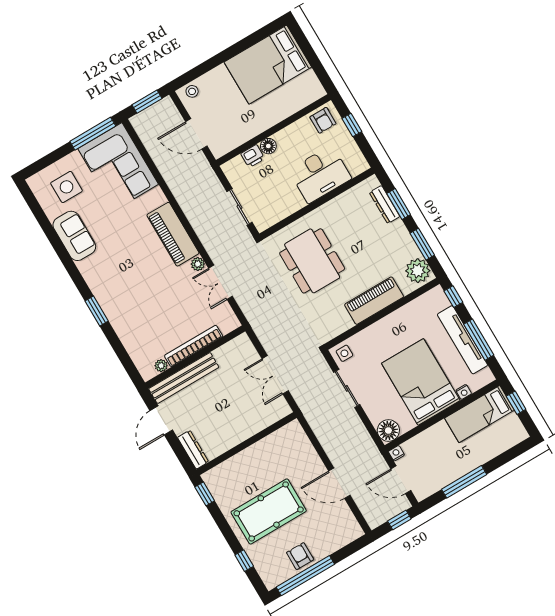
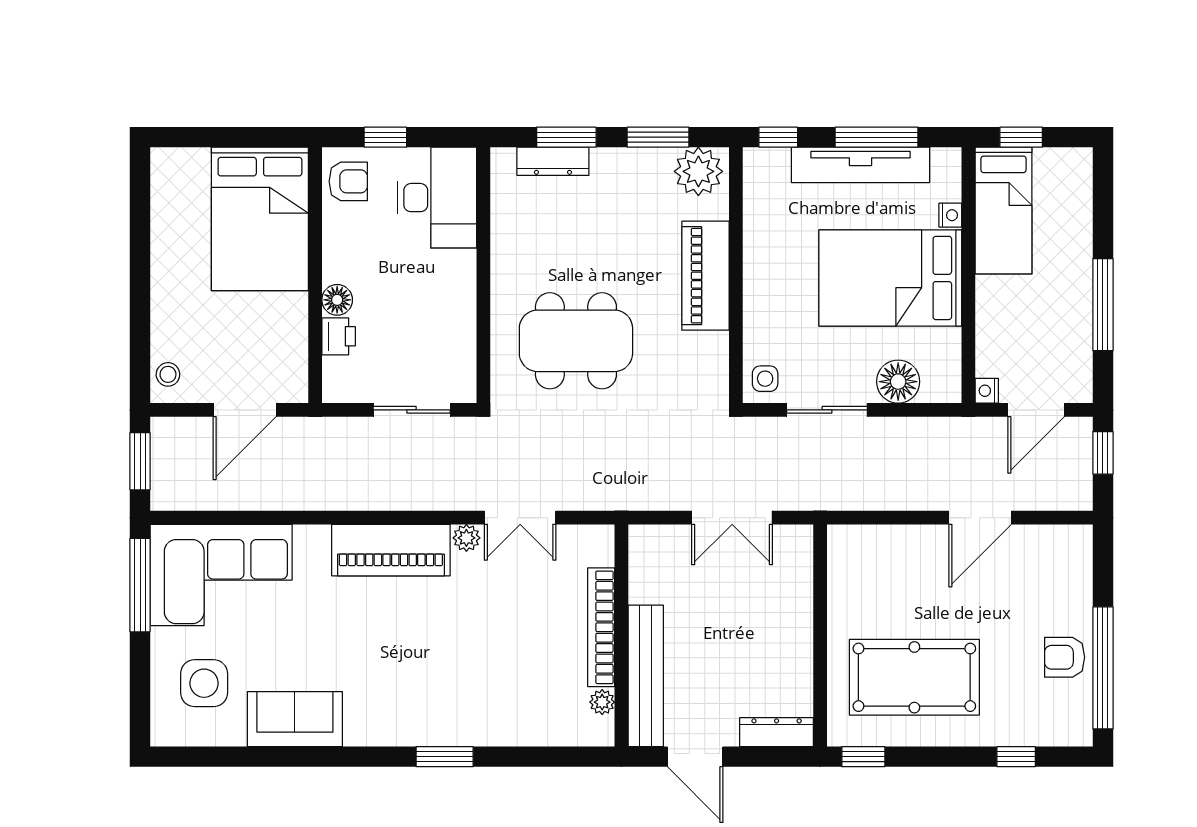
bed: (268, 65) -> (260, 219), moved
desk: (320, 174) -> (437, 198), moved
floor lamp: (388, 430) -> (898, 382), moved
pool table: (269, 511) -> (914, 677), moved, turned 90

